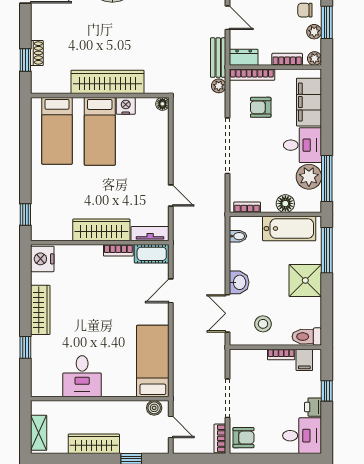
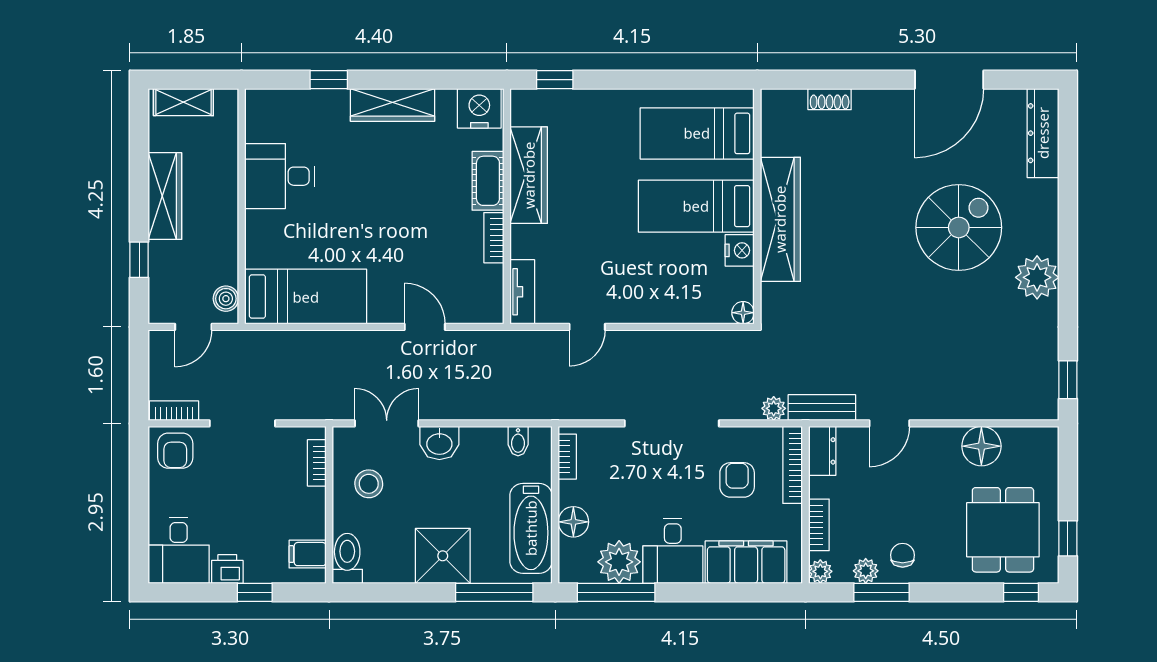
window: (25, 60) -> (817, 80), removed
wardrobe: (101, 230) -> (529, 175), moved
cot: (152, 254) -> (488, 181), moved
bookcase: (281, 354) -> (317, 463), moved

